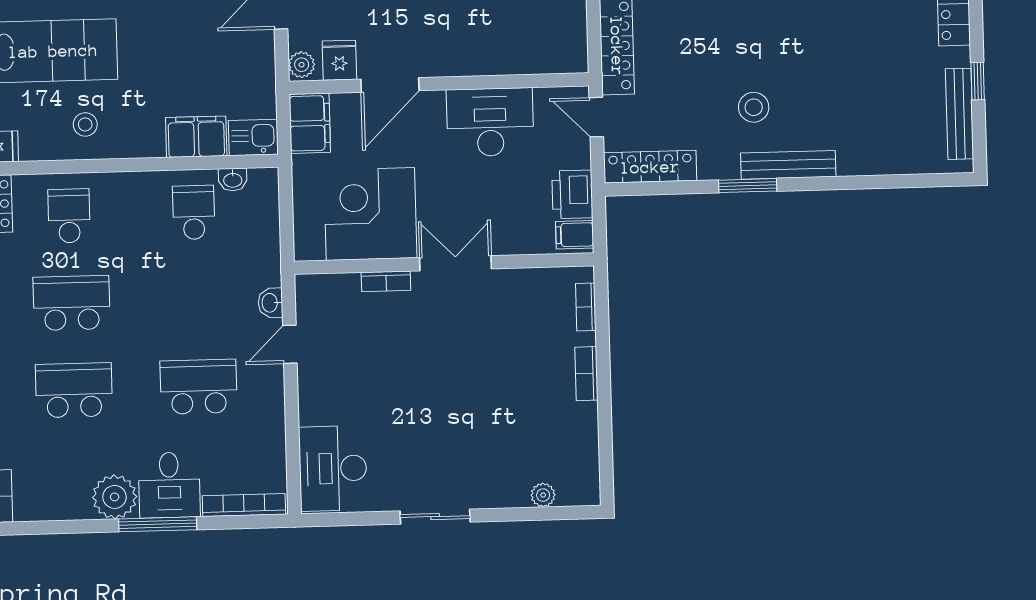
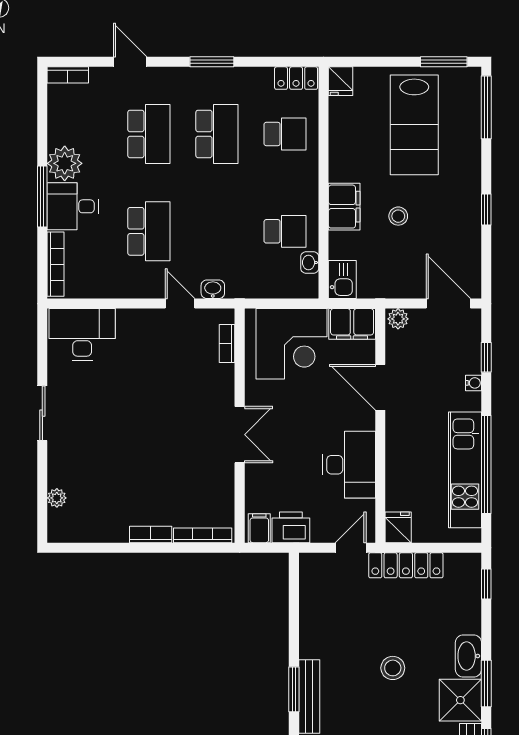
fridge: (339, 60) -> (398, 527), moved, turned -90
stool: (754, 107) -> (393, 668), moved
stool: (85, 124) -> (398, 216), moved
filing cabinet: (196, 137) -> (344, 207), moved
locker: (650, 167) -> (311, 589), removed
window: (748, 186) -> (294, 689), moved
corner desk: (370, 214) -> (292, 344), moved, turned 90
bookcase: (386, 281) -> (227, 343), moved
bookcase: (586, 307) -> (203, 535), width x1.56

